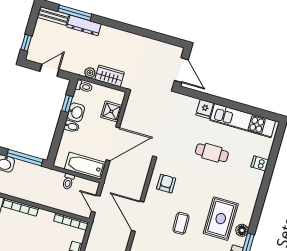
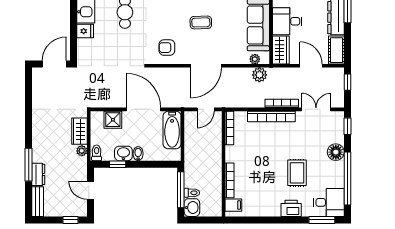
window: (75, 13) -> (29, 165), moved
dresser: (84, 25) -> (38, 174), width x0.70
toilet: (68, 181) -> (192, 193), moved

